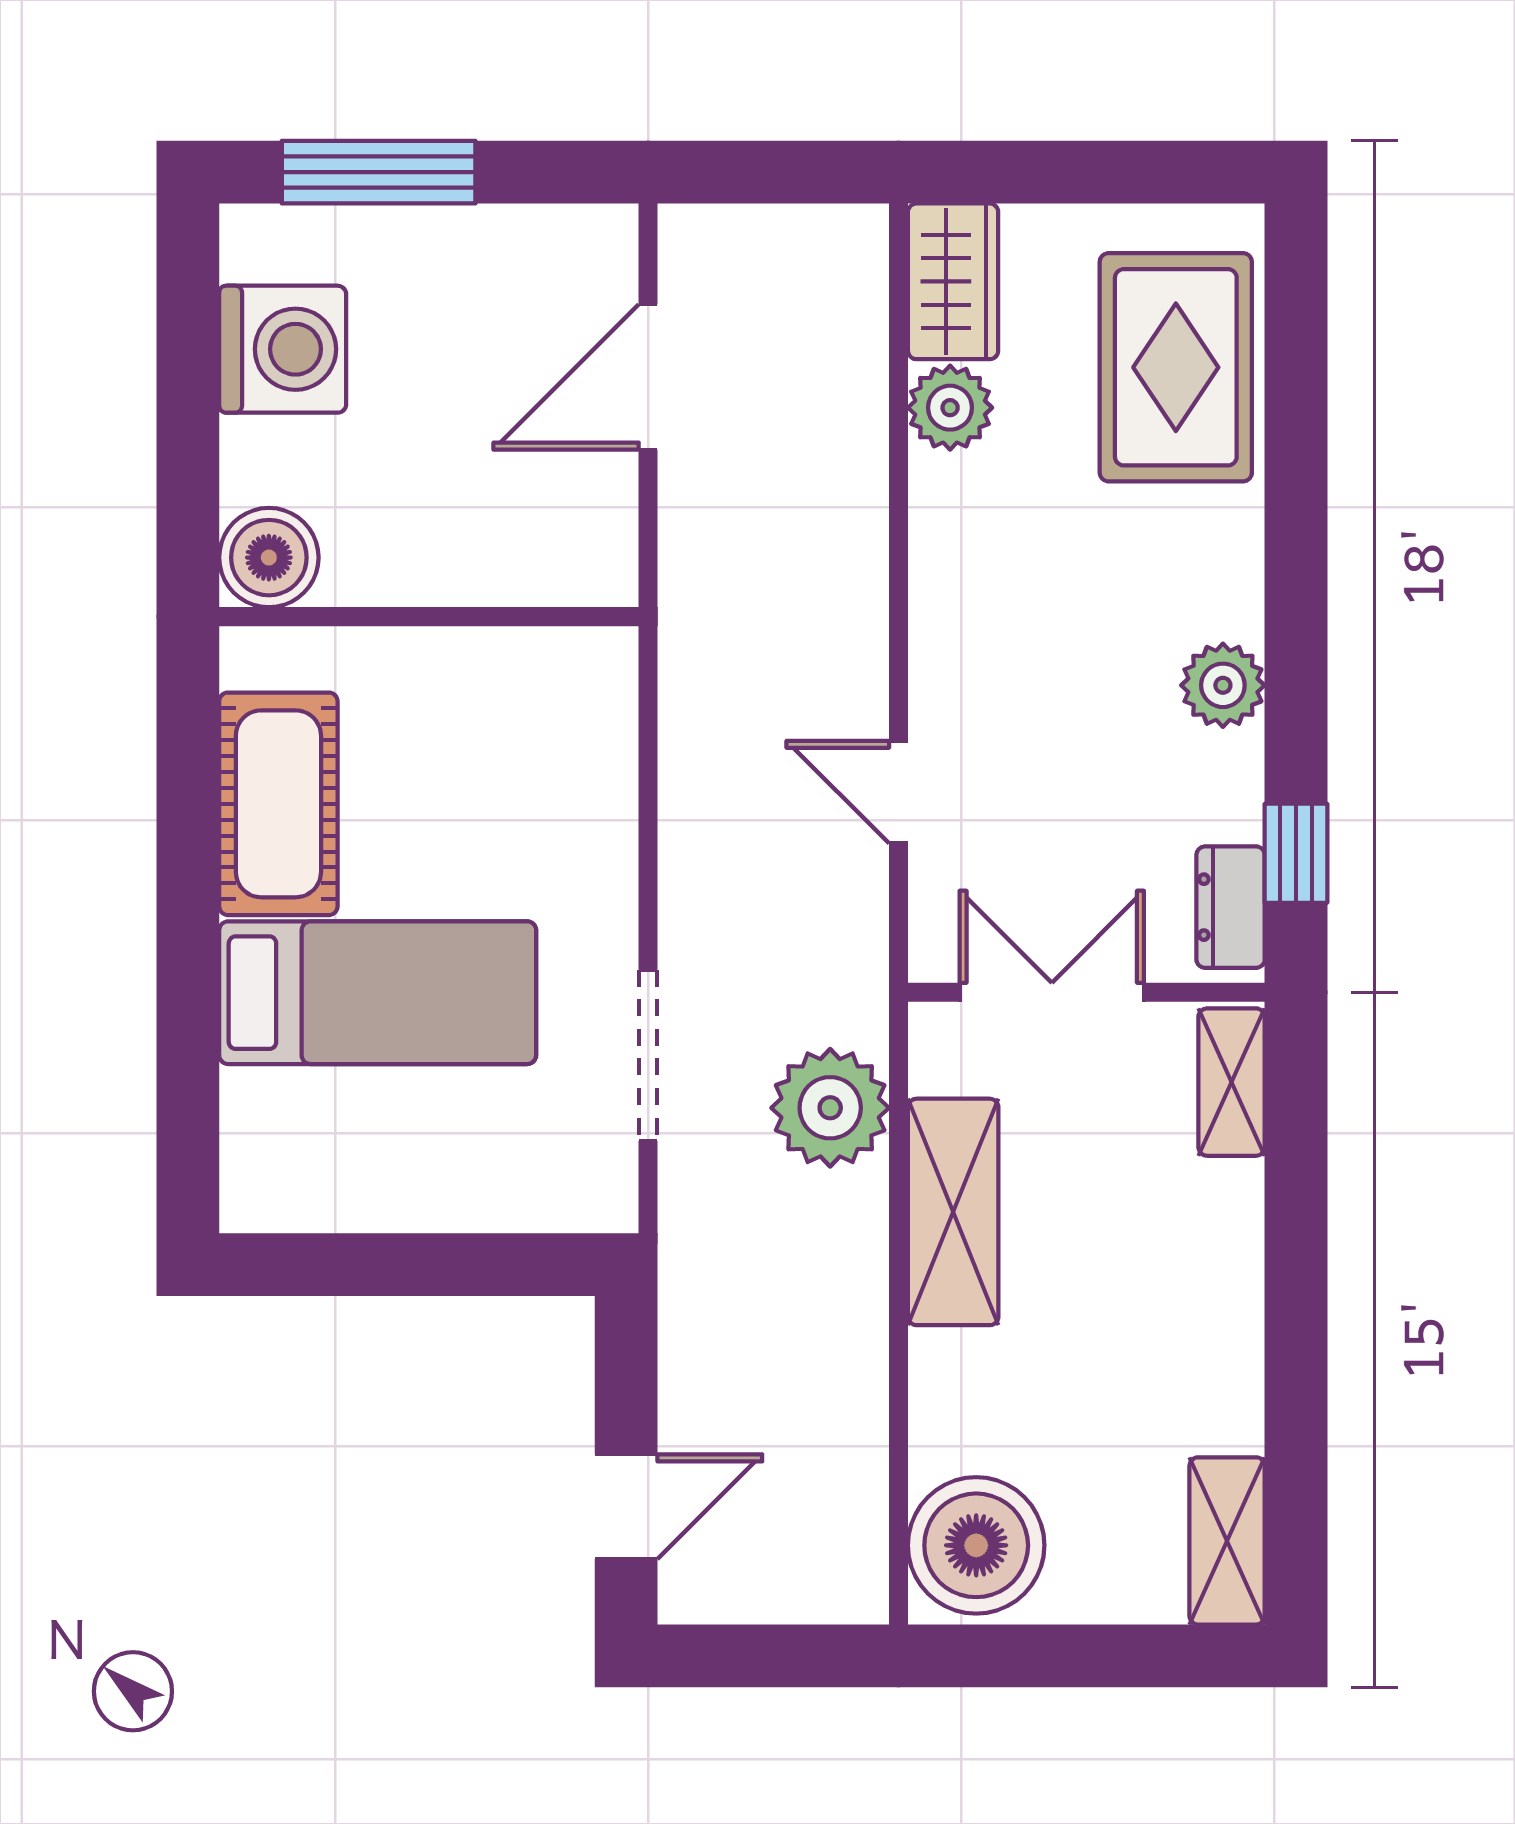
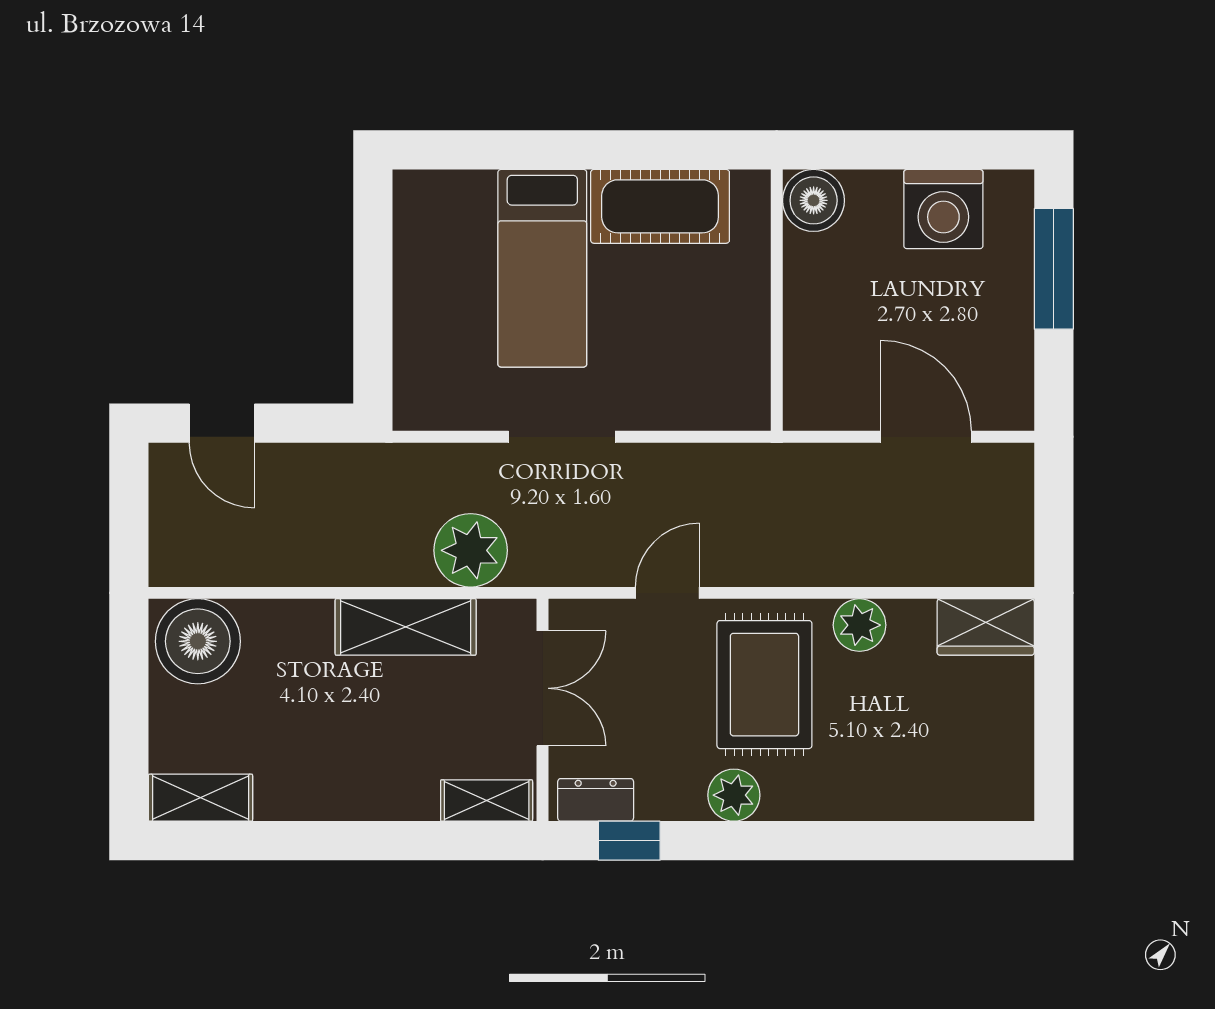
rug: (1176, 367) -> (764, 685), moved, turned 90
plant: (950, 408) -> (860, 625), moved
doorway: (648, 1055) -> (562, 437), moved

